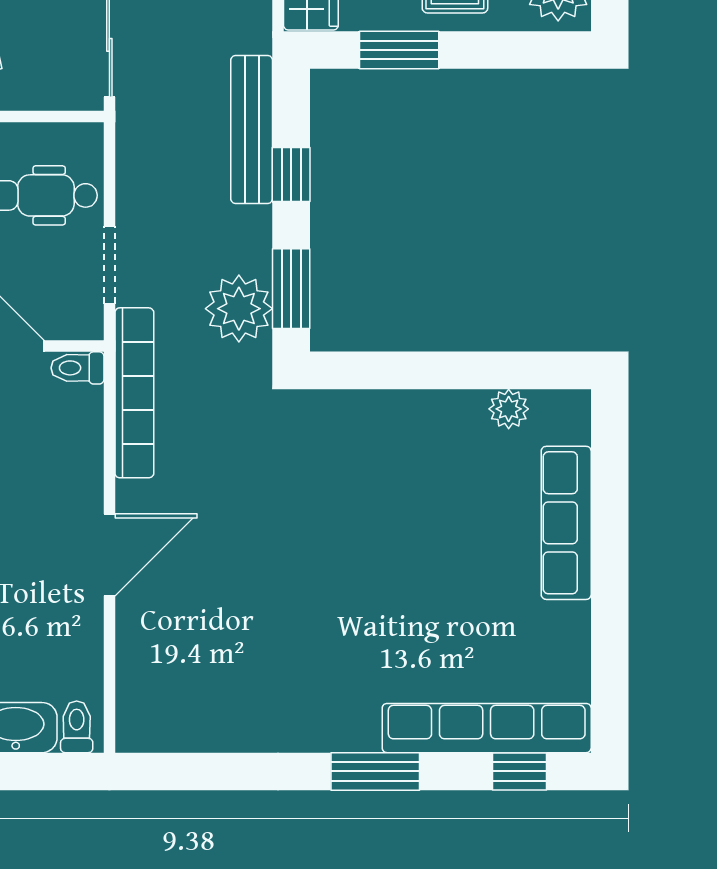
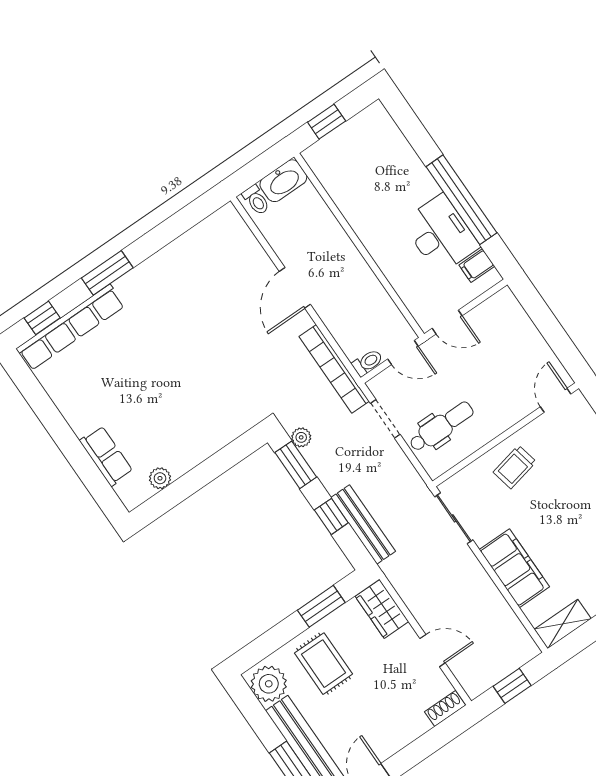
plant: (239, 309) -> (301, 437), width x0.53, depth x0.53
row of seats: (566, 523) -> (106, 456), width x0.68

